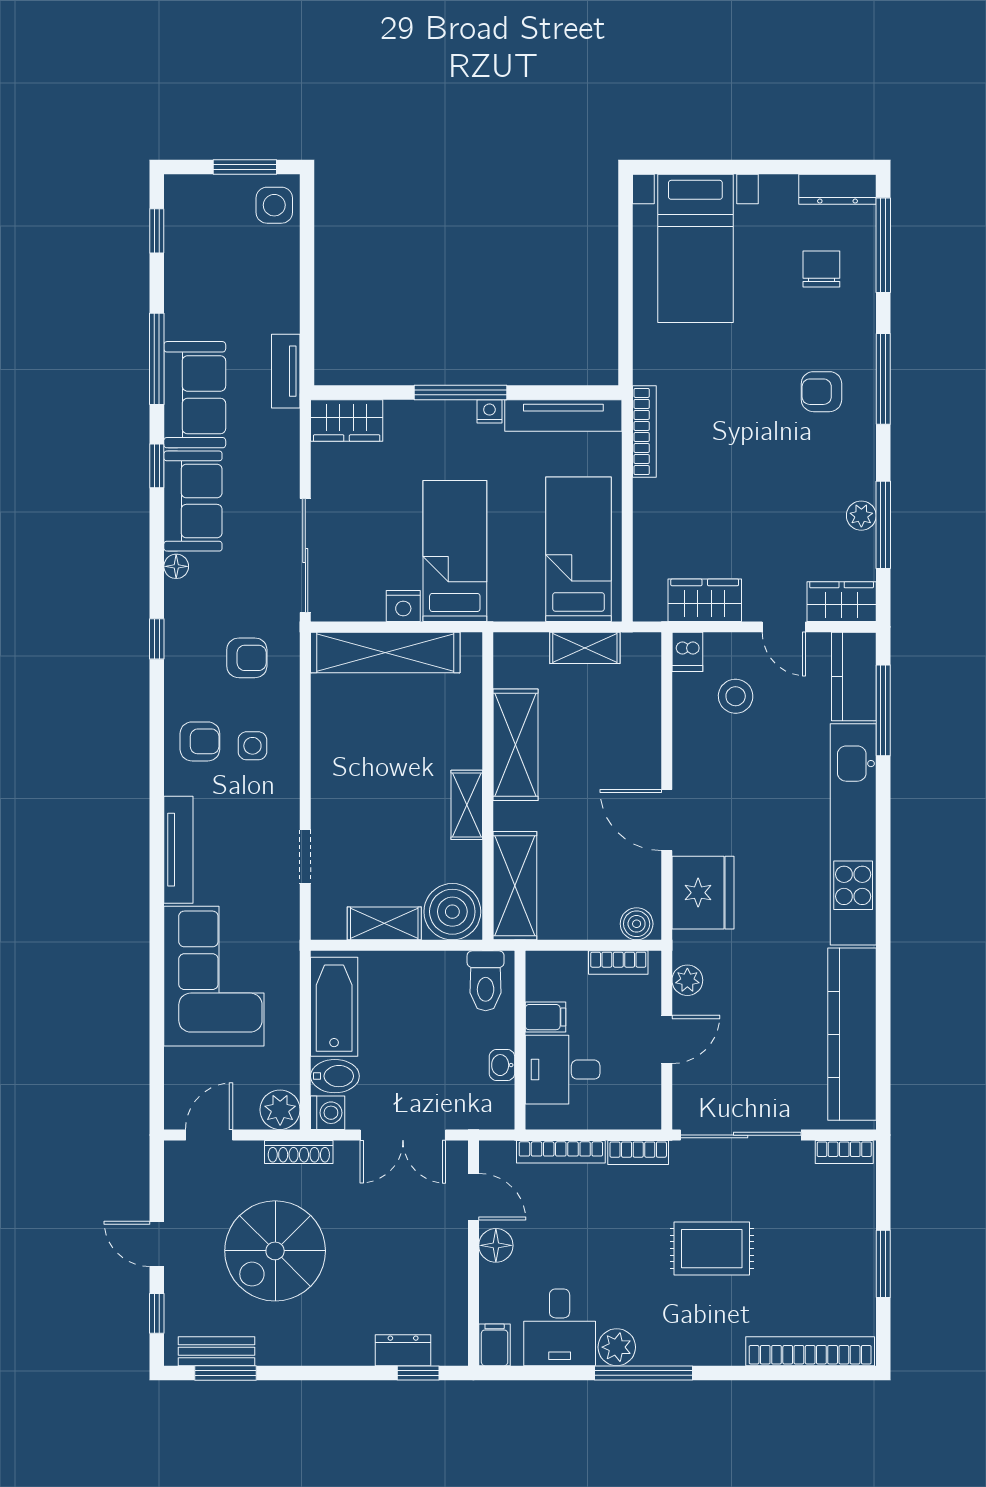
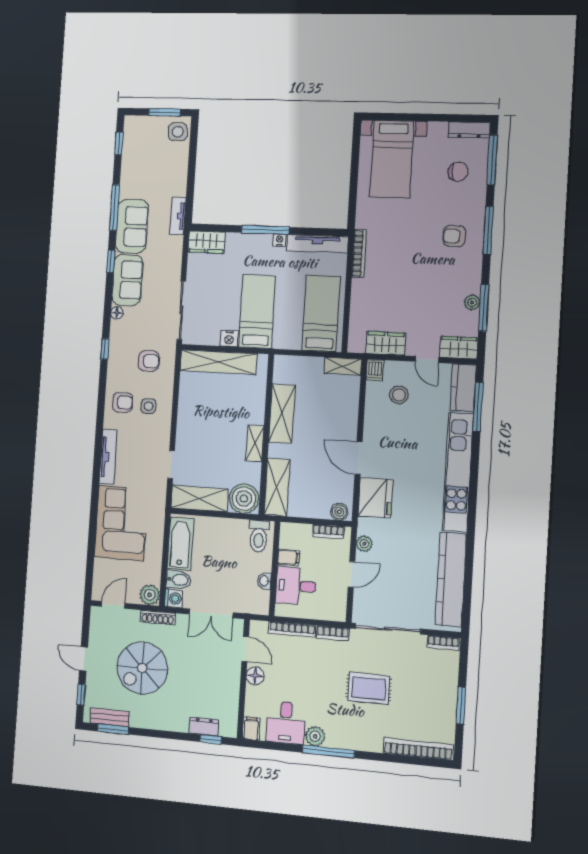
chair: (821, 269) -> (458, 172), turned 90
shelving: (585, 648) -> (343, 366), moved
shelving: (384, 923) -> (200, 499), width x1.50, depth x1.33

